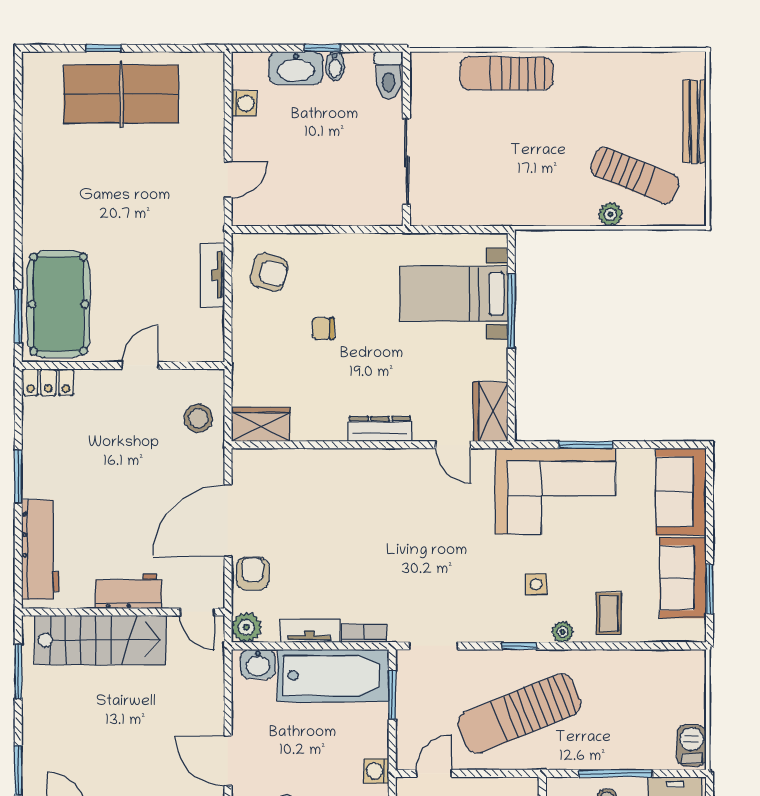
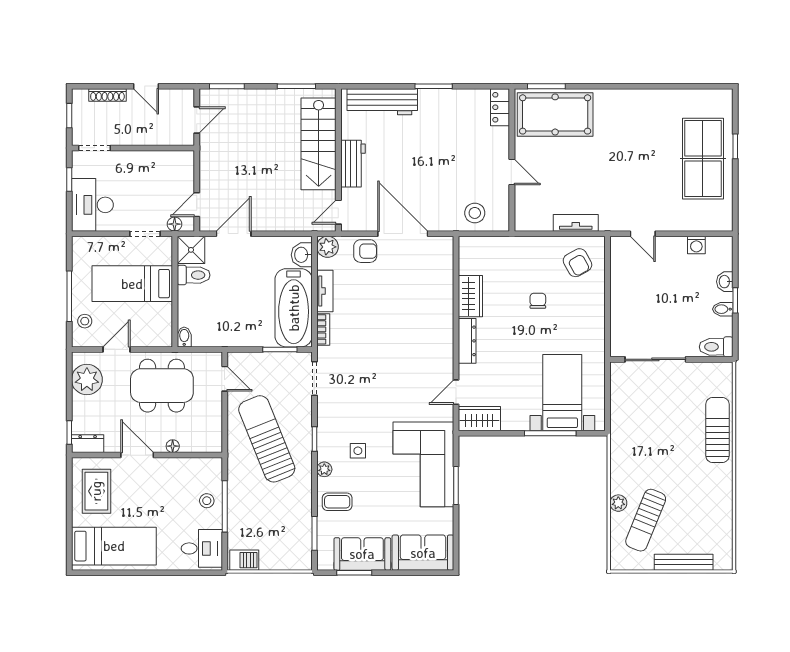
washbasin: (296, 68) -> (725, 282), width x0.52, depth x0.69
armchair: (269, 272) -> (578, 263), turned -44
wardrobe: (261, 424) -> (470, 296), moved
window: (654, 646) -> (314, 533), added
washing machine: (376, 771) -> (226, 338), removed

